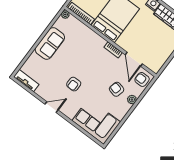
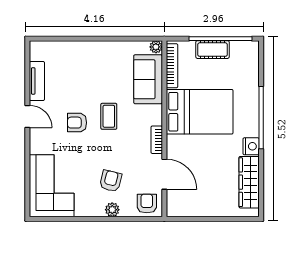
sofa: (50, 43) -> (148, 79), moved, turned 90
door: (134, 59) -> (164, 174), swing flipped
coffee table: (83, 65) -> (109, 116), added
tv unit: (26, 81) -> (37, 81), moved

